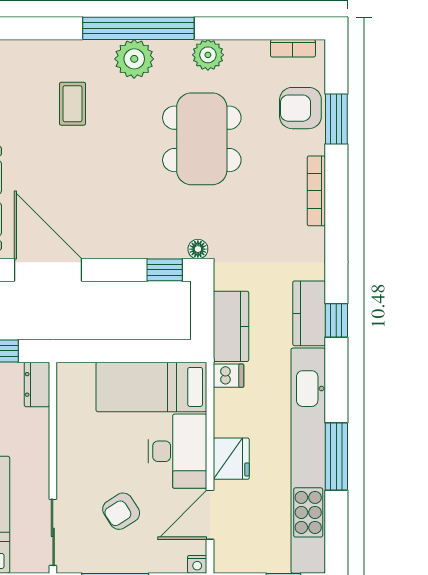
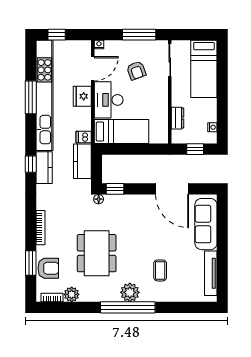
plant: (208, 55) -> (72, 294), moved
dresser: (37, 384) -> (178, 118), moved
armchair: (121, 511) -> (136, 71), turned 103

